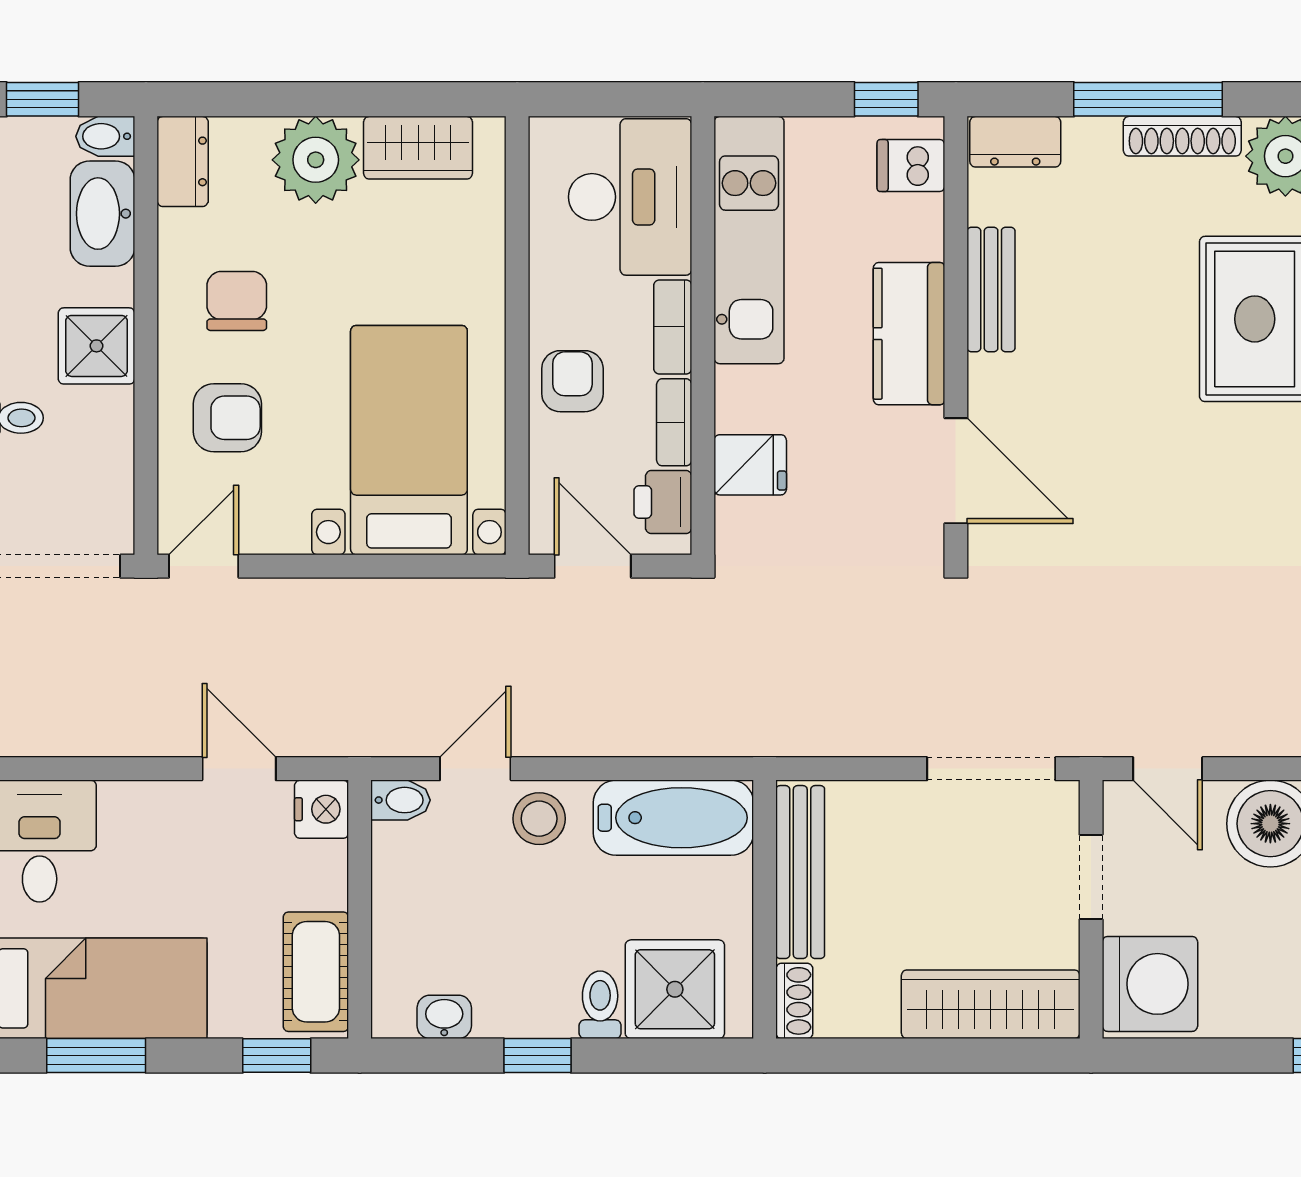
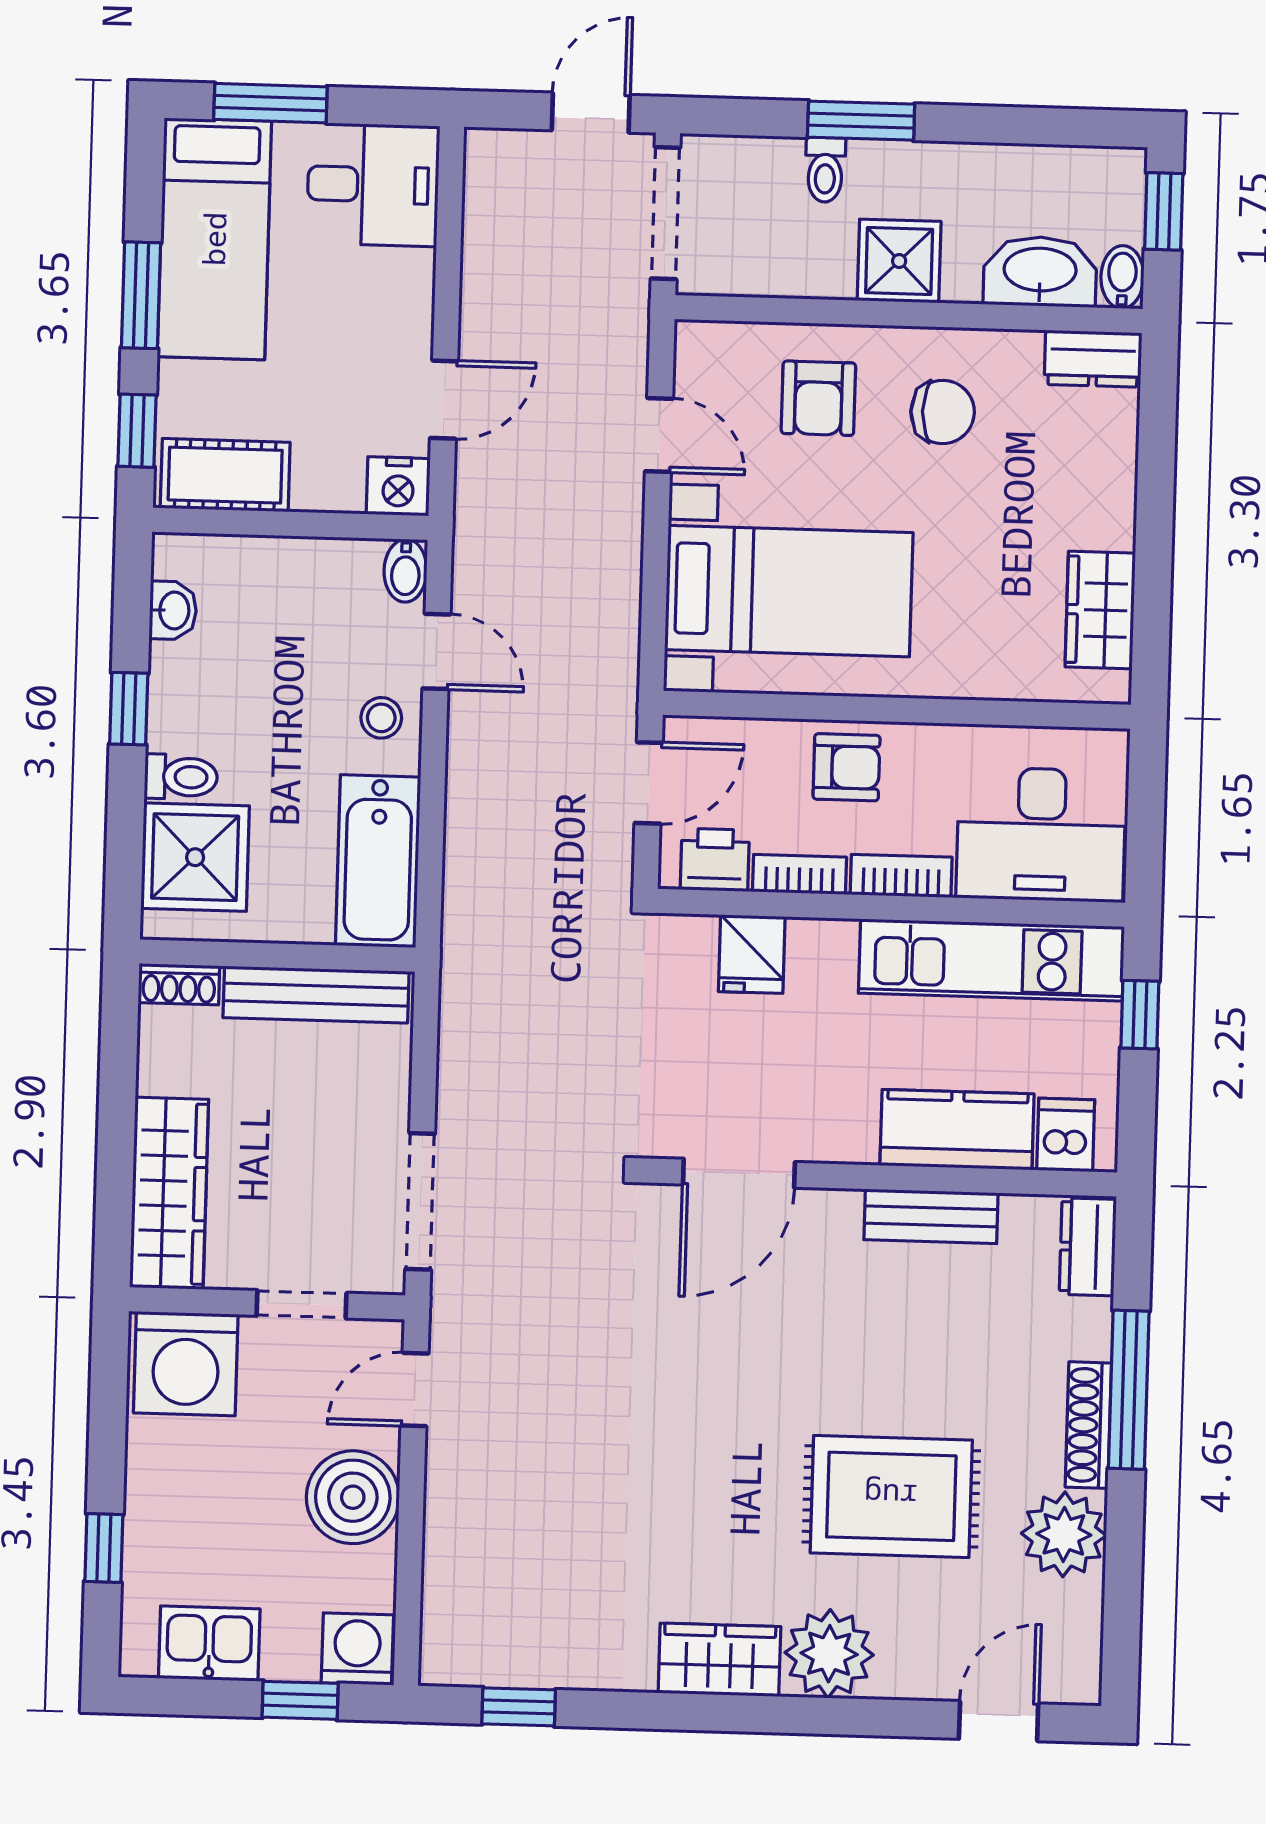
window: (886, 99) -> (1140, 1015), moved
plant: (316, 160) -> (1091, 501), removed
kitchen counter: (909, 334) -> (957, 1130), moved
door: (204, 566) -> (659, 435), moved
stool: (539, 819) -> (381, 718), width x0.73, depth x0.73
window: (96, 1056) -> (141, 295), moved

